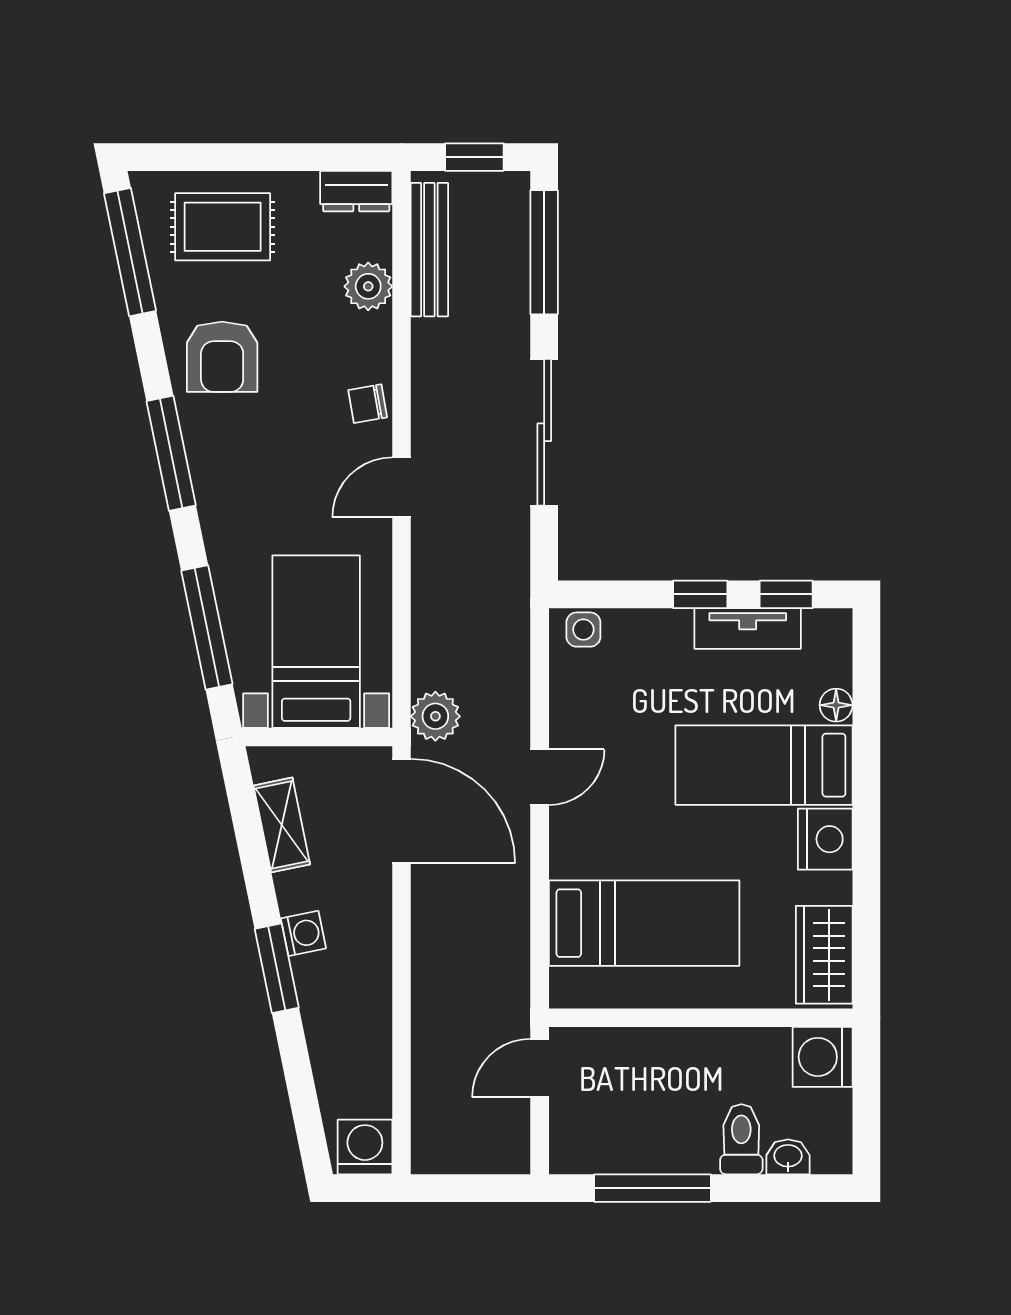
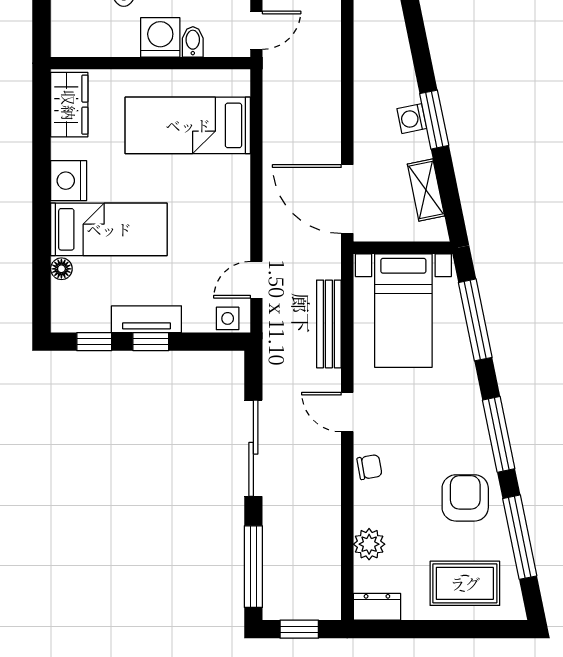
bench: (429, 250) -> (329, 324), moved
window: (130, 252) -> (520, 537), moved
door: (402, 487) -> (347, 412), swing flipped
tv unit: (748, 629) -> (146, 319), moved
plant: (435, 716) -> (325, 261), removed
door: (540, 777) -> (256, 280), moved
window: (277, 968) -> (434, 120), moved
bidet: (636, 1050) -> (193, 42), added
washing machine: (823, 1057) -> (160, 37), moved, turned -90

